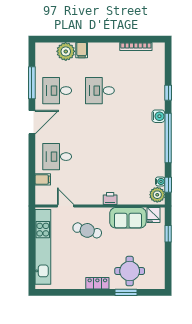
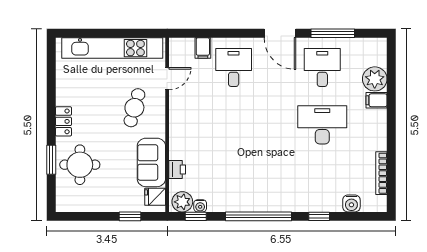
desk: (100, 91) -> (322, 125), width x1.37
water cooler: (158, 116) -> (351, 203), moved
printer: (110, 199) -> (177, 170), moved

